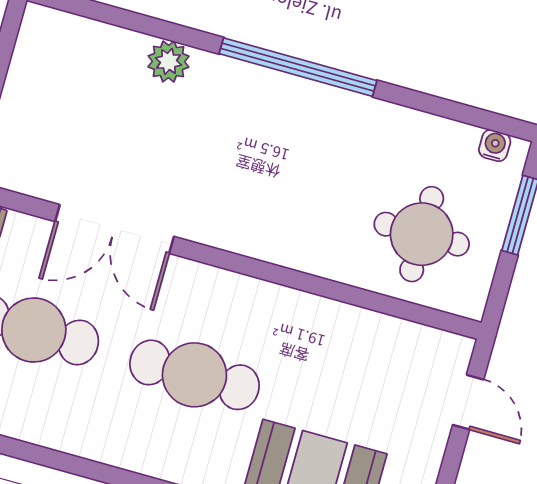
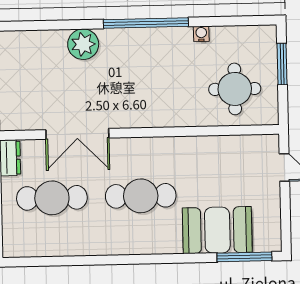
plant: (168, 62) -> (83, 44), width x1.36, depth x1.36
water cooler: (495, 145) -> (201, 34), moved

